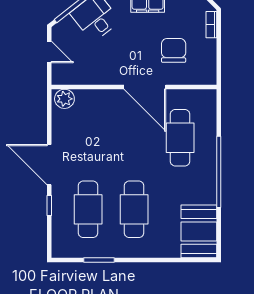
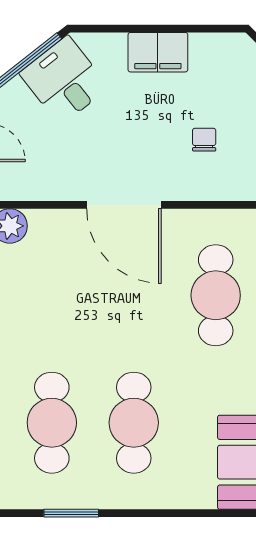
chair: (174, 50) -> (204, 140), width x0.54, depth x0.54
door: (145, 87) -> (124, 205), moved

